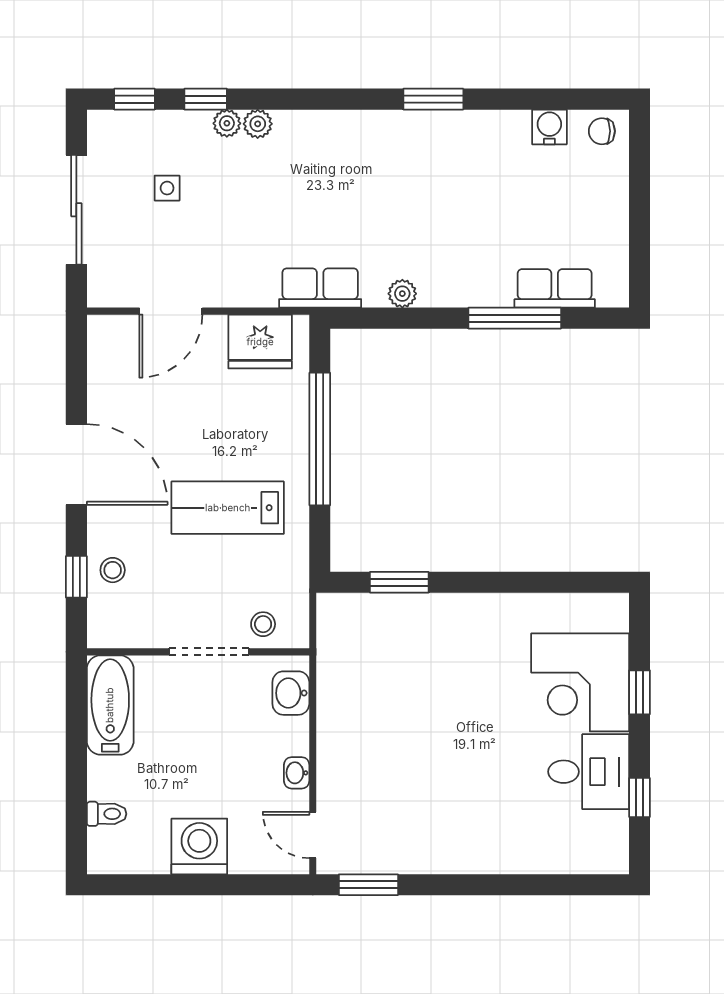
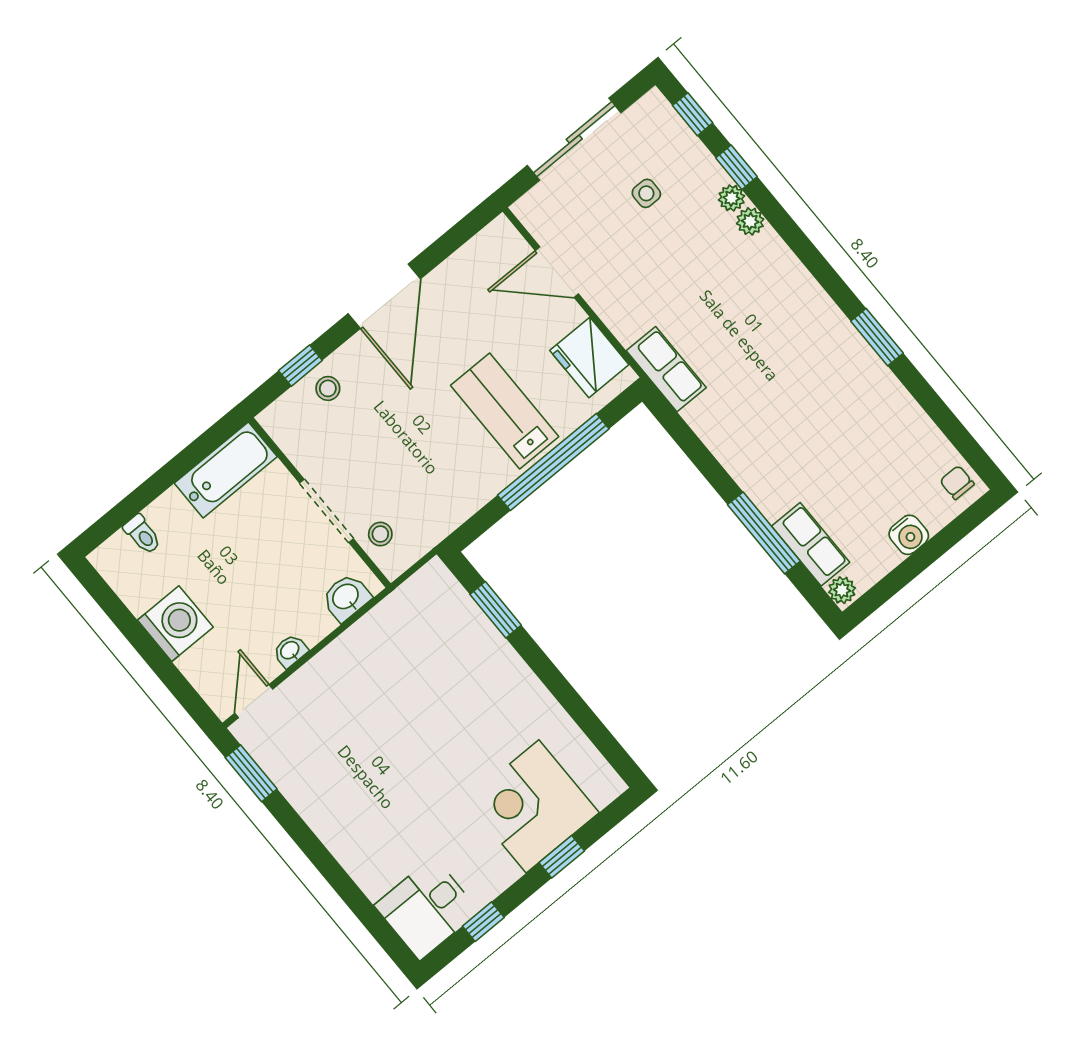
water cooler: (549, 127) -> (909, 535), moved, turned 90
plant: (402, 294) -> (842, 590), moved
lab bench: (228, 508) -> (505, 411), moved
desk: (589, 772) -> (427, 908), moved, turned 90

